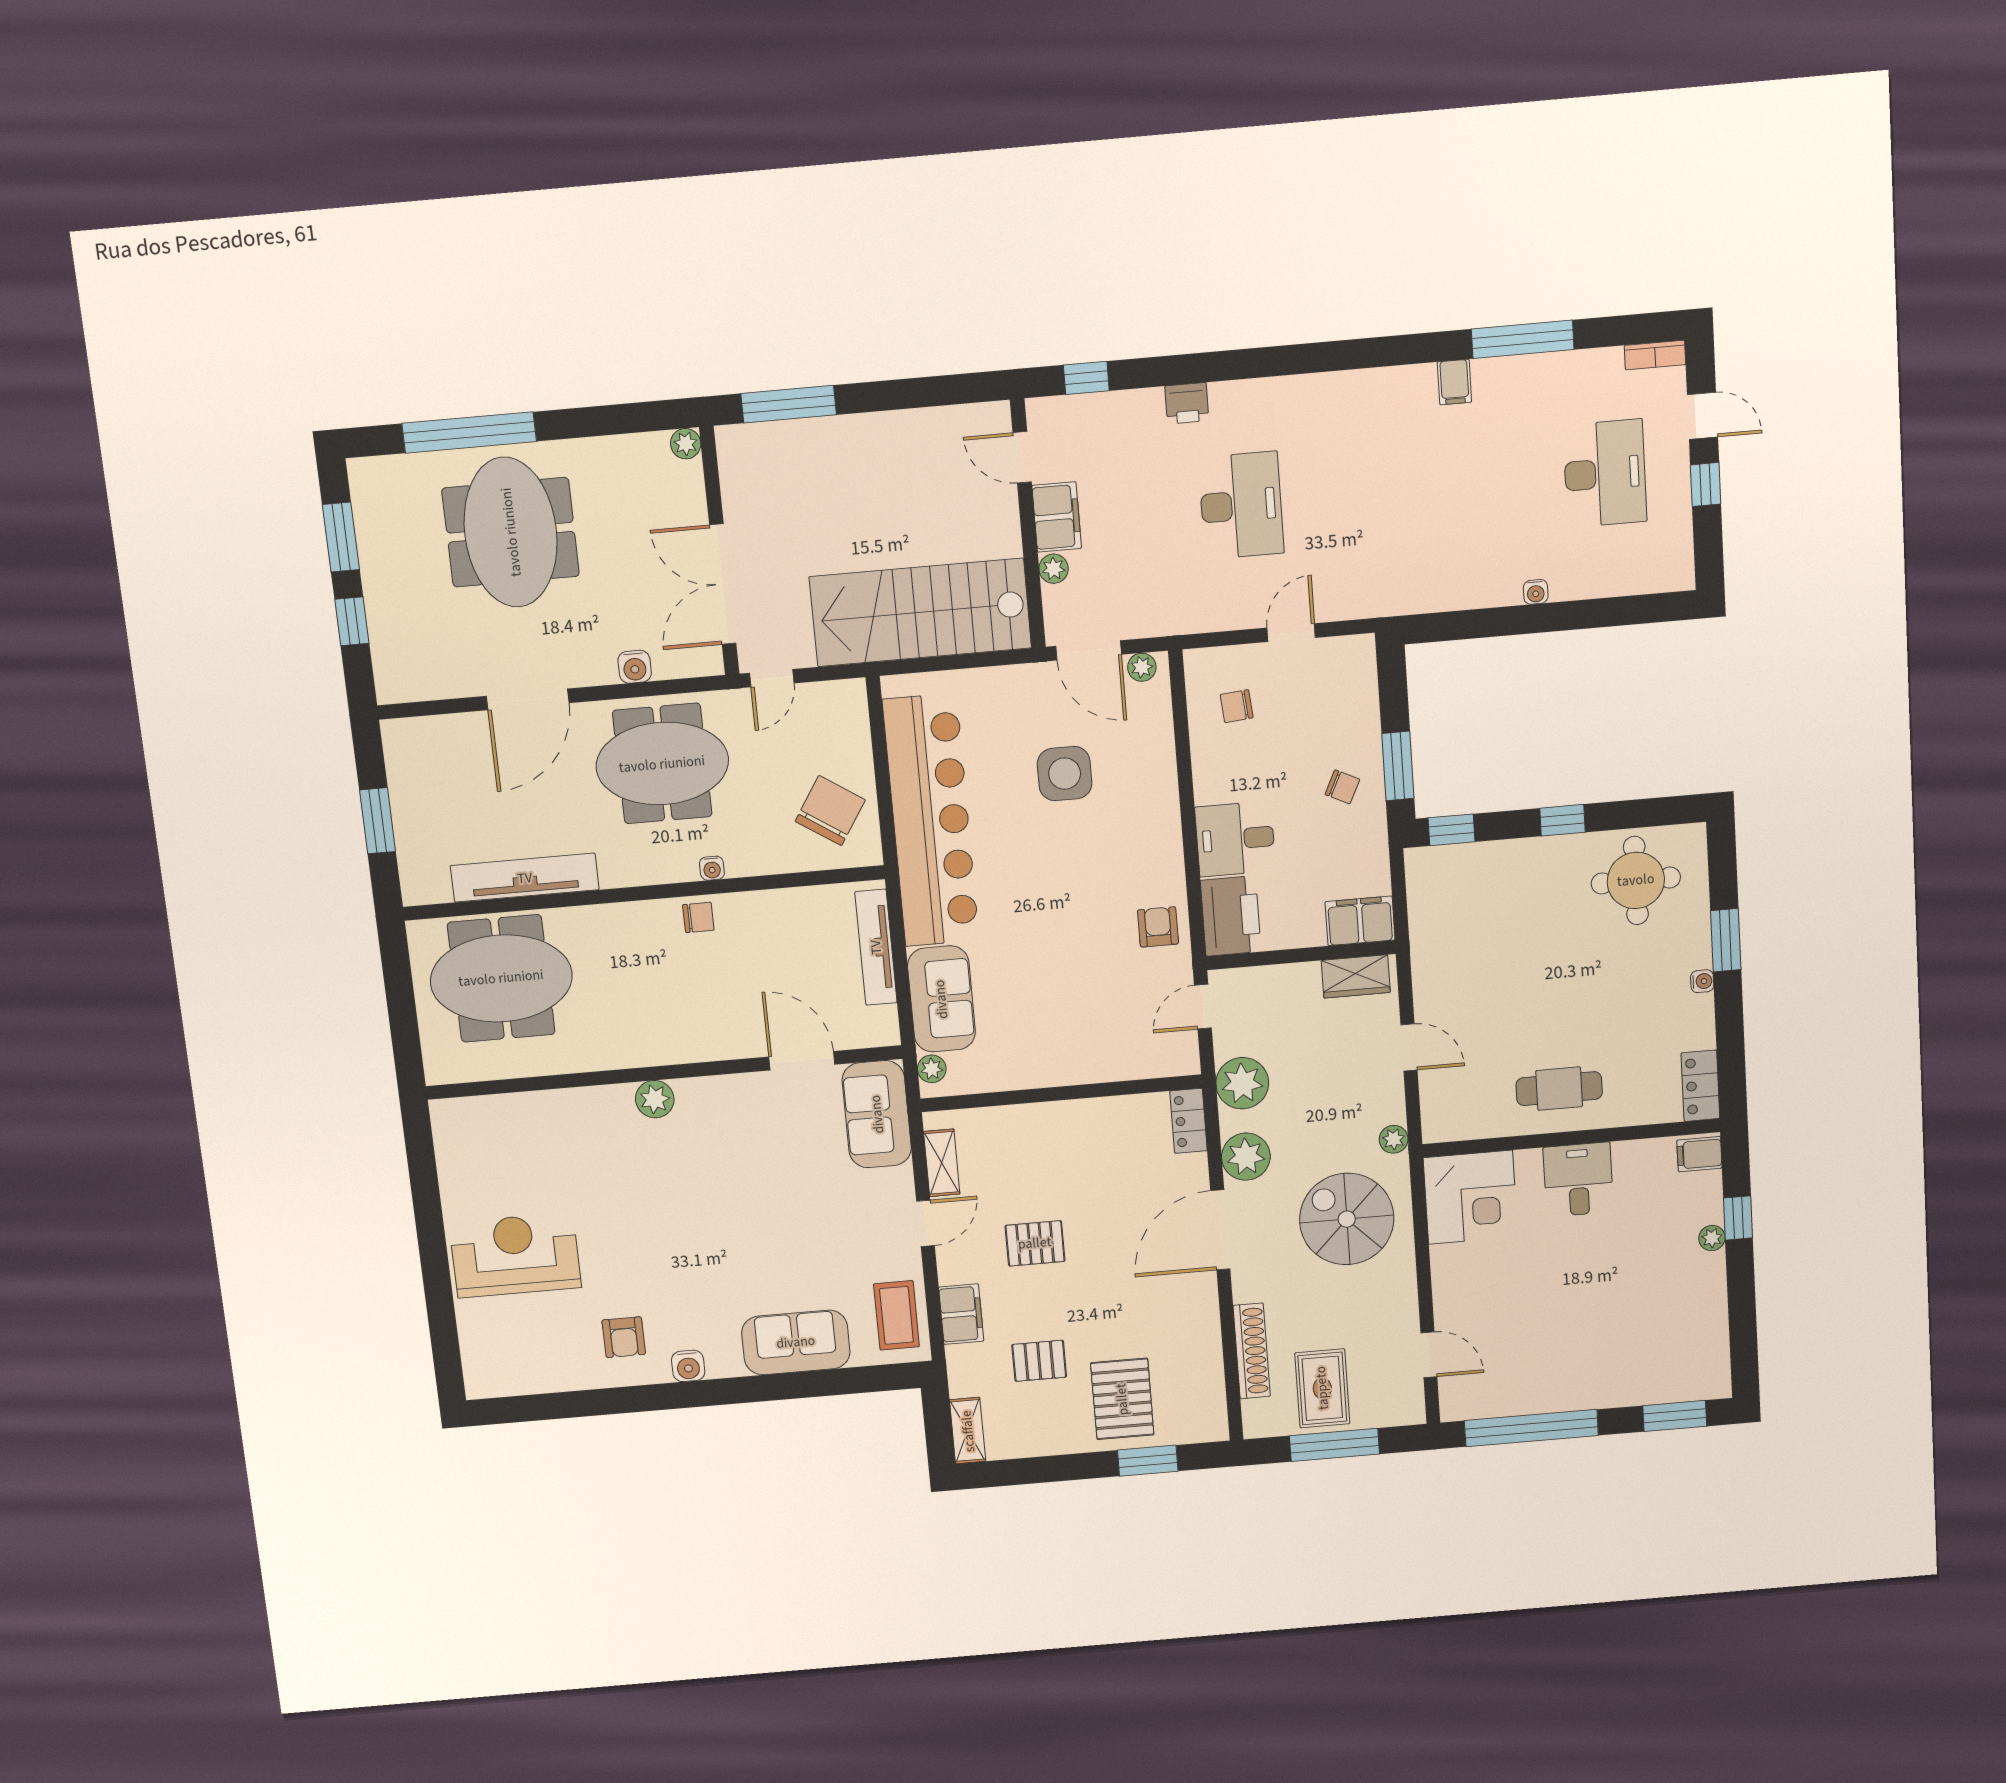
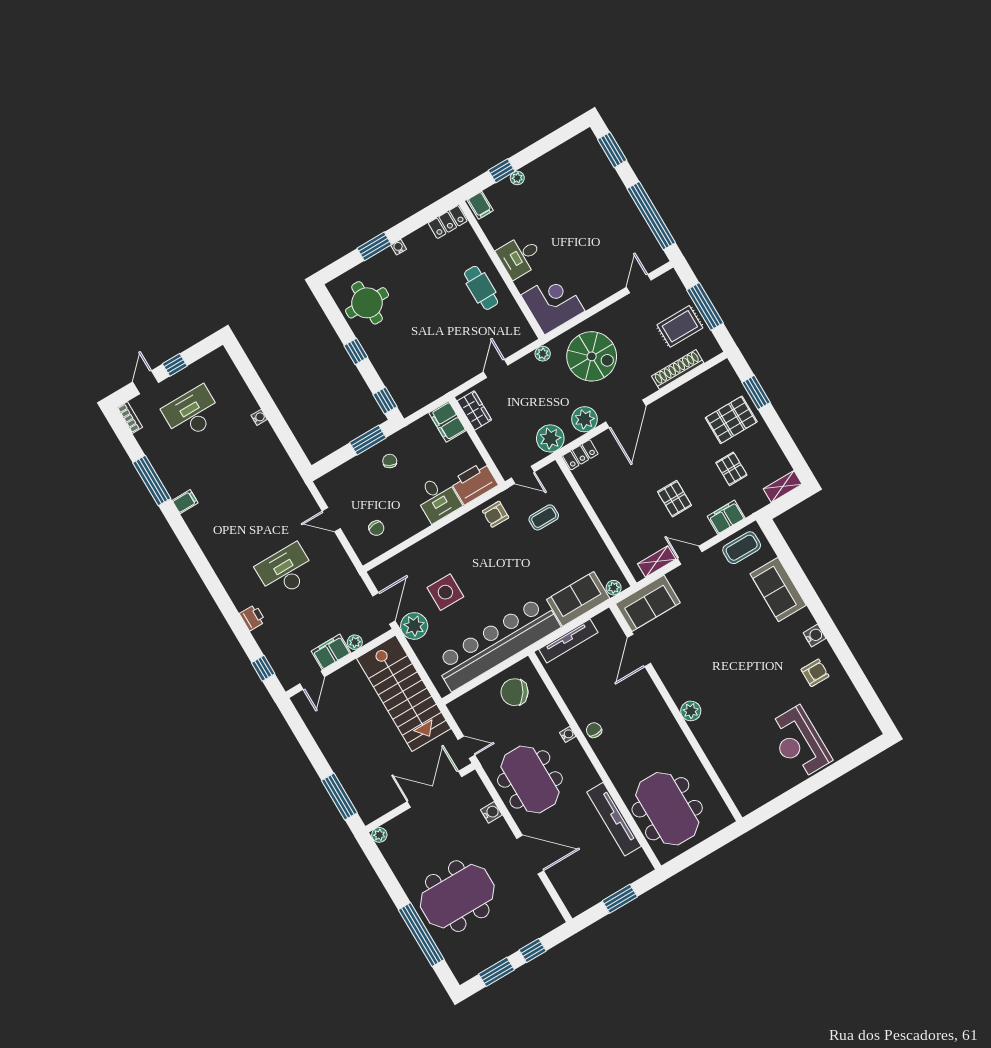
double door: (723, 584) -> (434, 789), swing flipped
plant: (1142, 667) -> (414, 626), moved, width x1.88, depth x1.88
coffee table: (1112, 1007) -> (544, 517), added
spiral stairs: (1347, 1219) -> (592, 356), turned -90
door: (1220, 1230) -> (626, 414), hinge flipped

